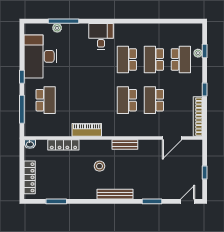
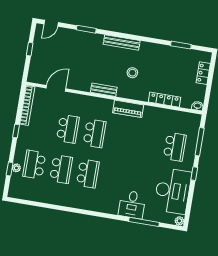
plant: (57, 28) -> (179, 221), moved
desk: (101, 36) -> (132, 204), moved
school desk: (46, 100) -> (175, 147), turned 180
piano: (87, 130) -> (128, 109), moved
locker: (30, 177) -> (203, 73), width x0.66

